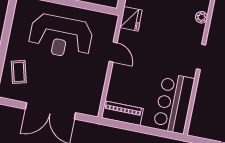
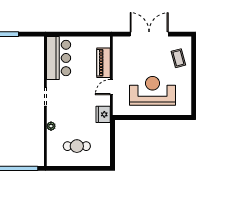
door: (113, 52) -> (111, 87), hinge flipped
piano: (122, 113) -> (104, 63), moved, turned 90

